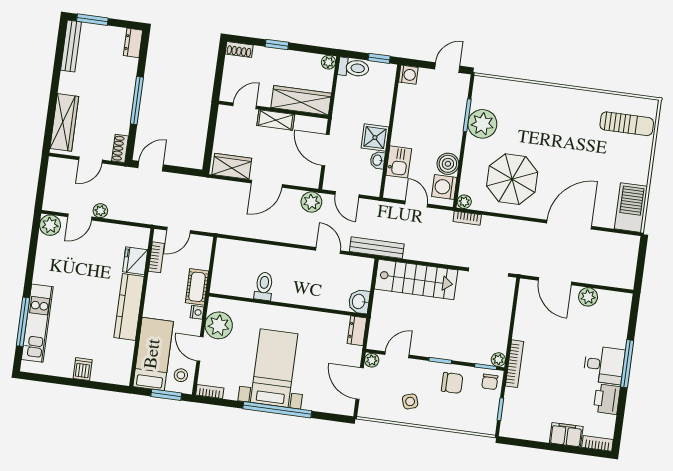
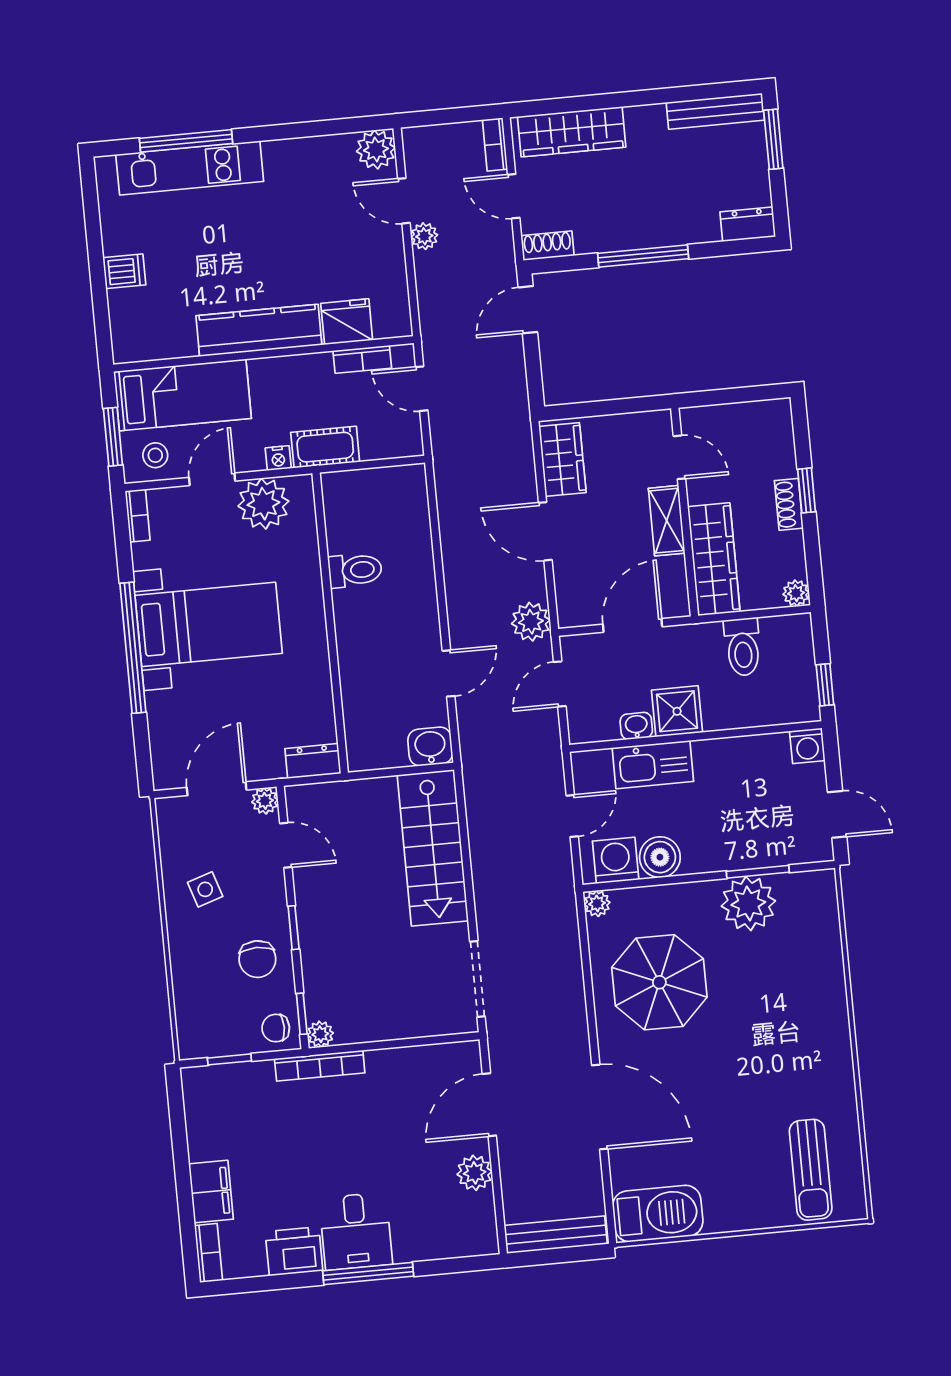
shoe rack: (239, 50) -> (789, 504), moved
toilet: (354, 68) -> (743, 647), moved
kitchen sink: (399, 162) -> (653, 765), width x1.38
door: (151, 166) -> (528, 310), swing flipped
bookcase: (467, 218) -> (495, 144), moved
bench: (377, 248) -> (556, 1235), moved, turned 90
washbasin: (359, 302) -> (430, 747), moved

